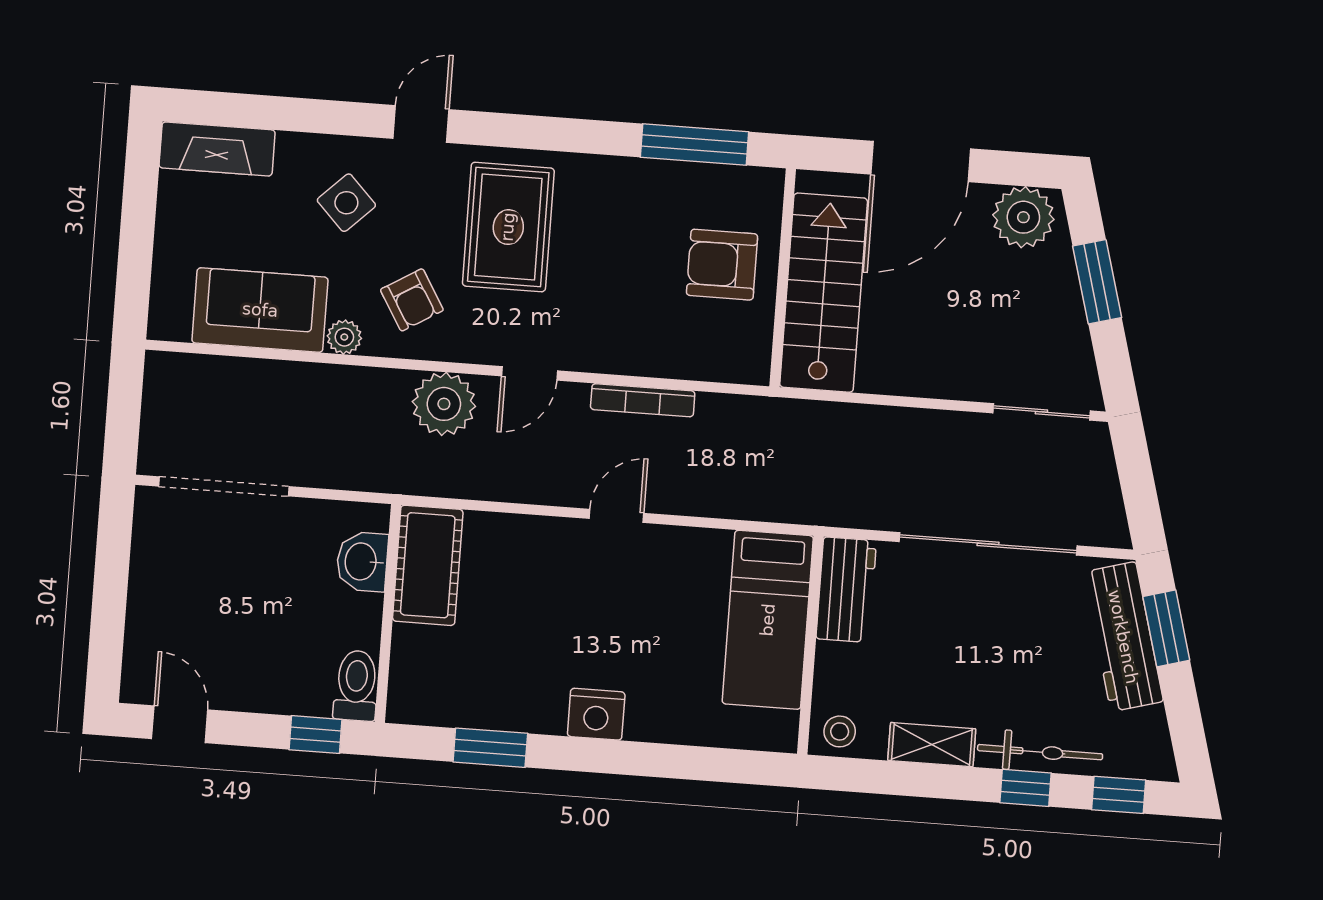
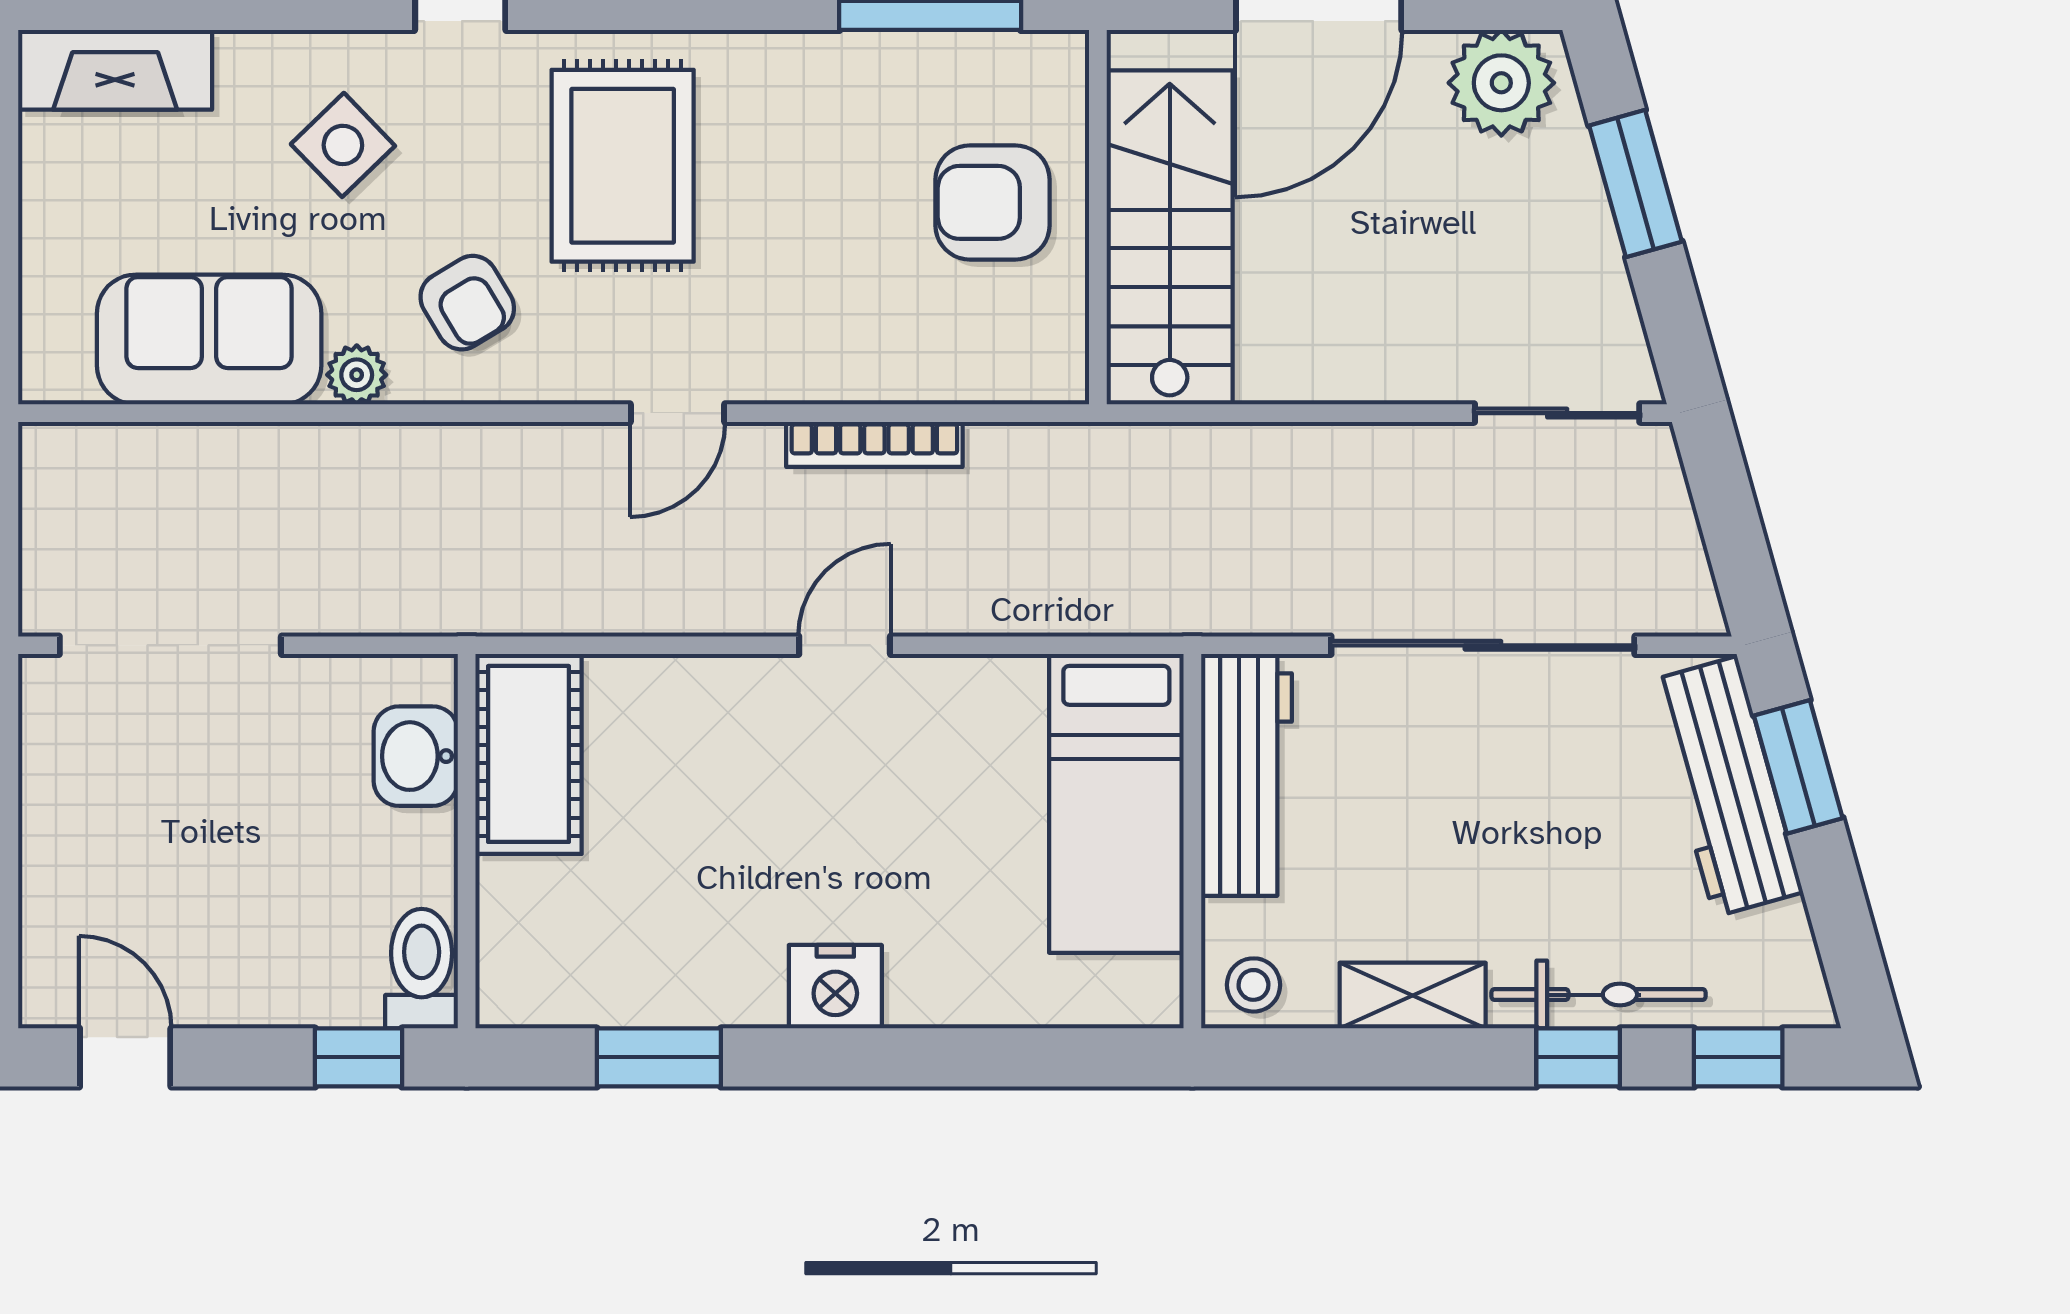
plant: (444, 404) -> (535, 476), removed
workbench: (846, 590) -> (1246, 775), width x1.38

